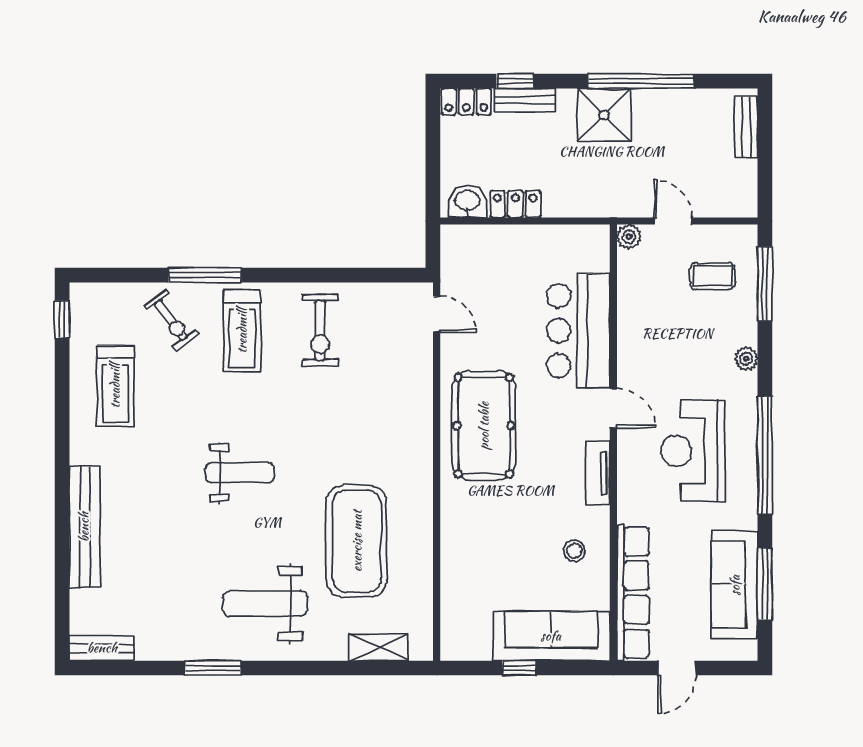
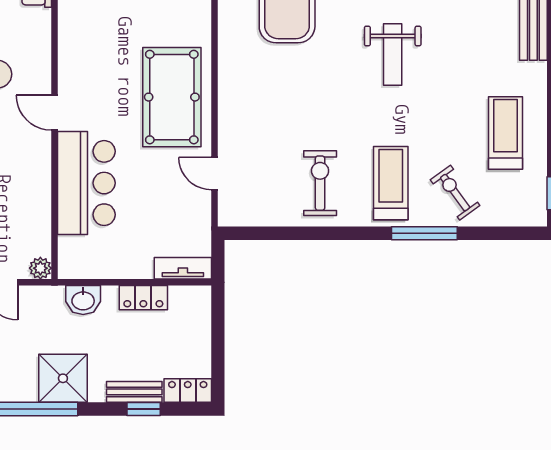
washbasin: (467, 201) -> (83, 300), moved
door: (437, 314) -> (215, 174), moved
weight bench: (240, 473) -> (393, 55), turned -90
tv unit: (598, 473) -> (183, 268), moved, turned -90

